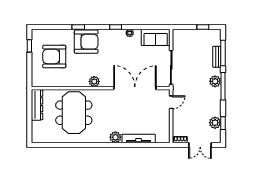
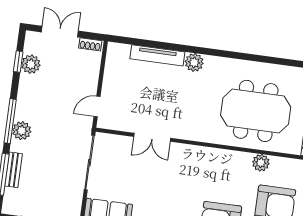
plant: (94, 81) -> (261, 163), moved
double door: (135, 88) -> (152, 137), width x0.54
meeting table: (74, 113) -> (256, 111), turned 90

